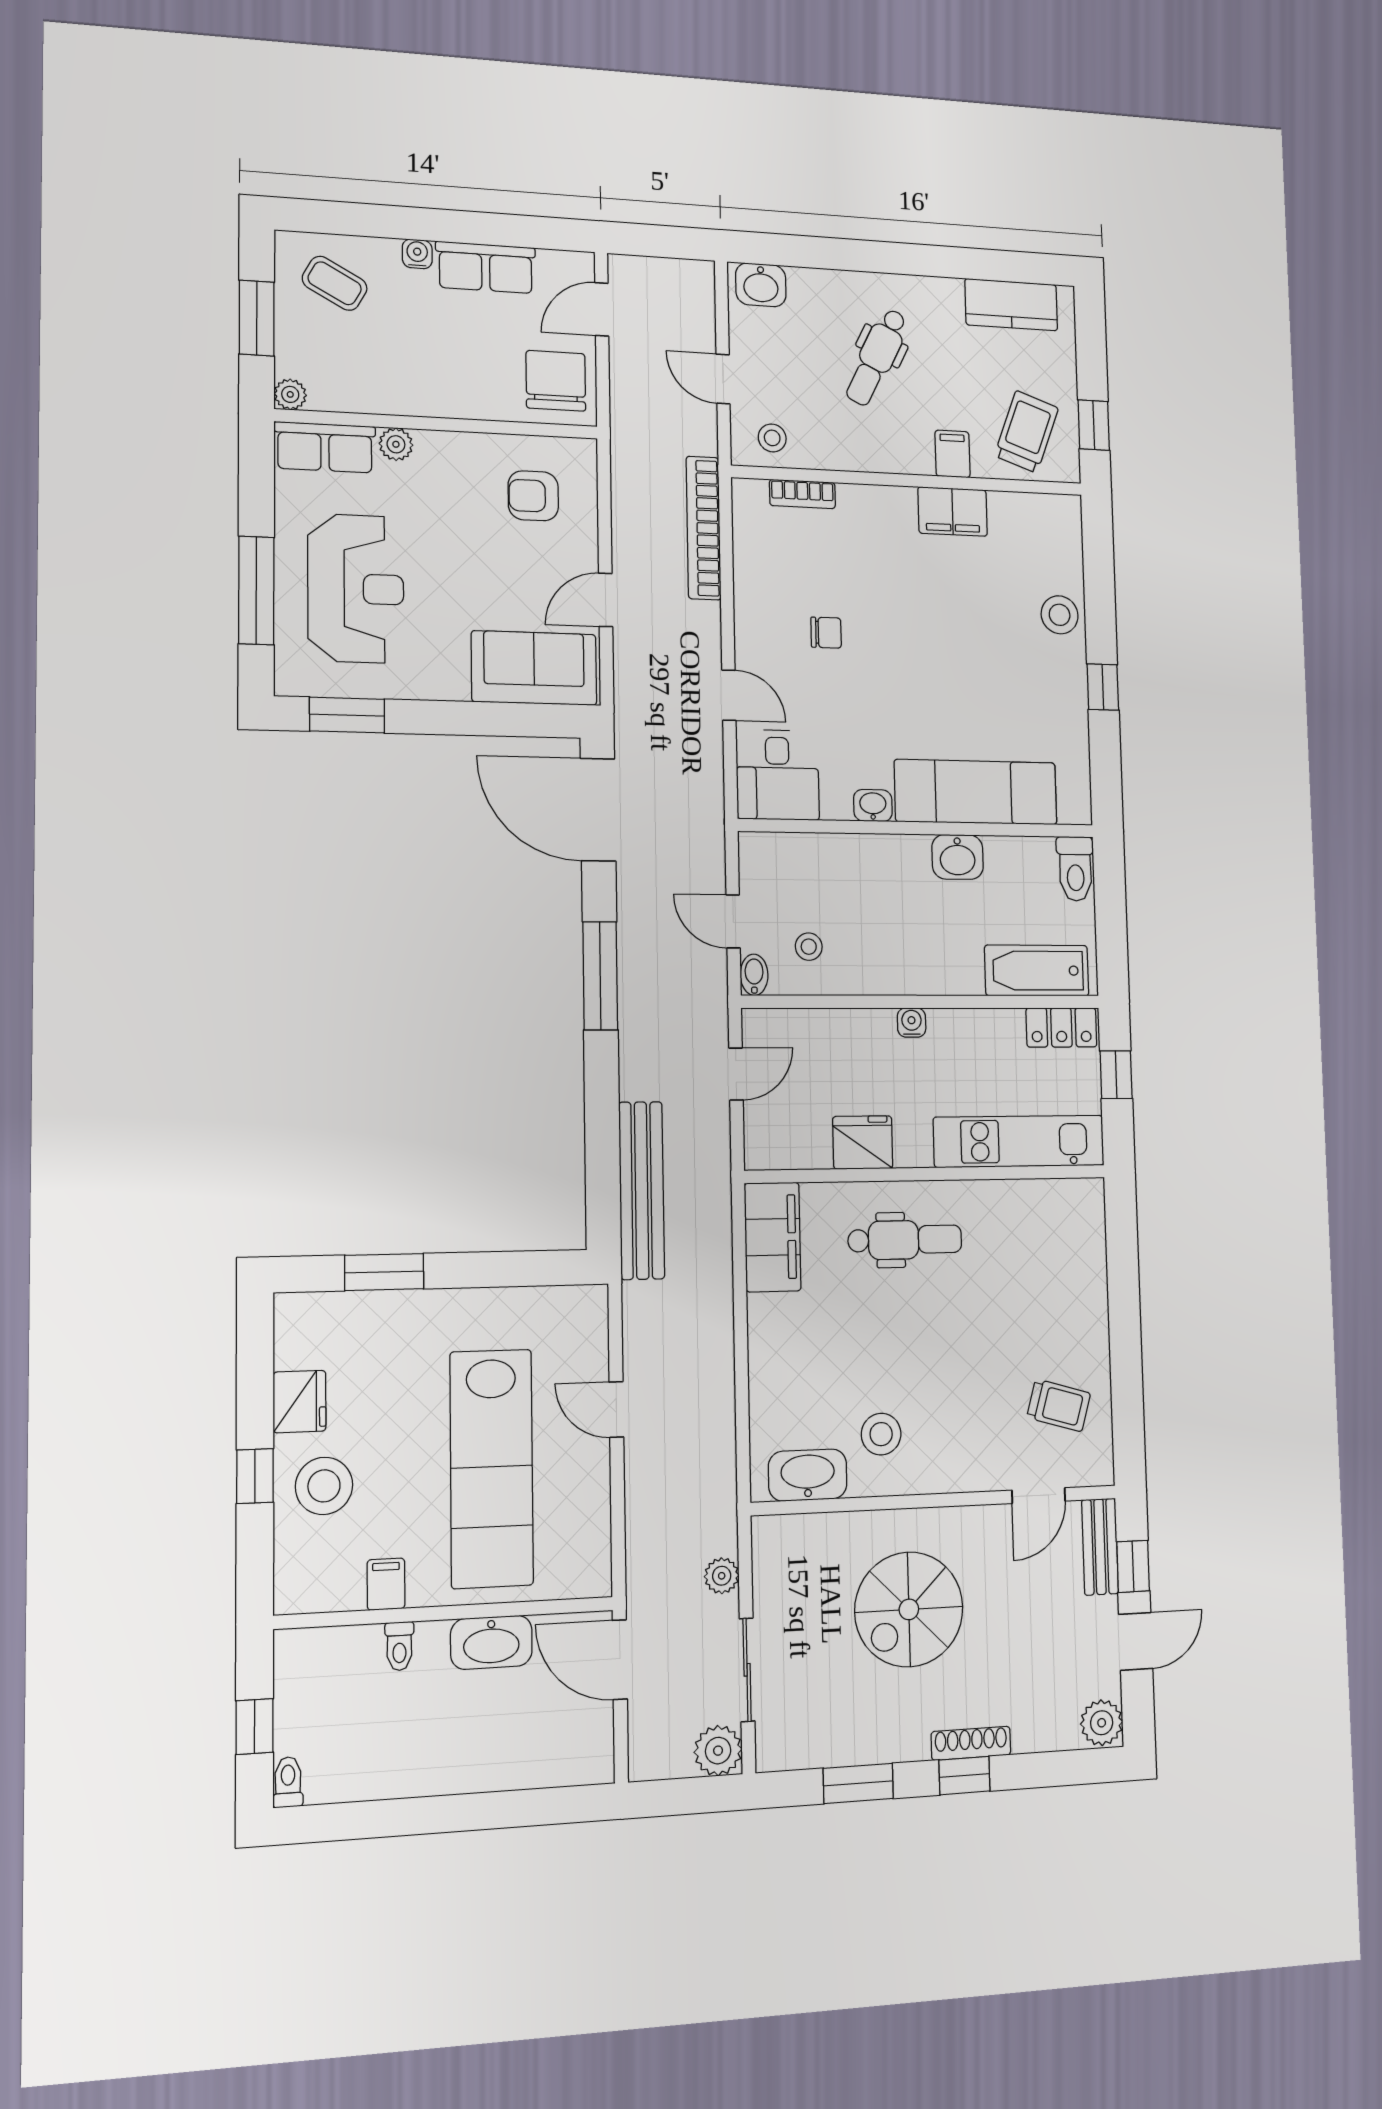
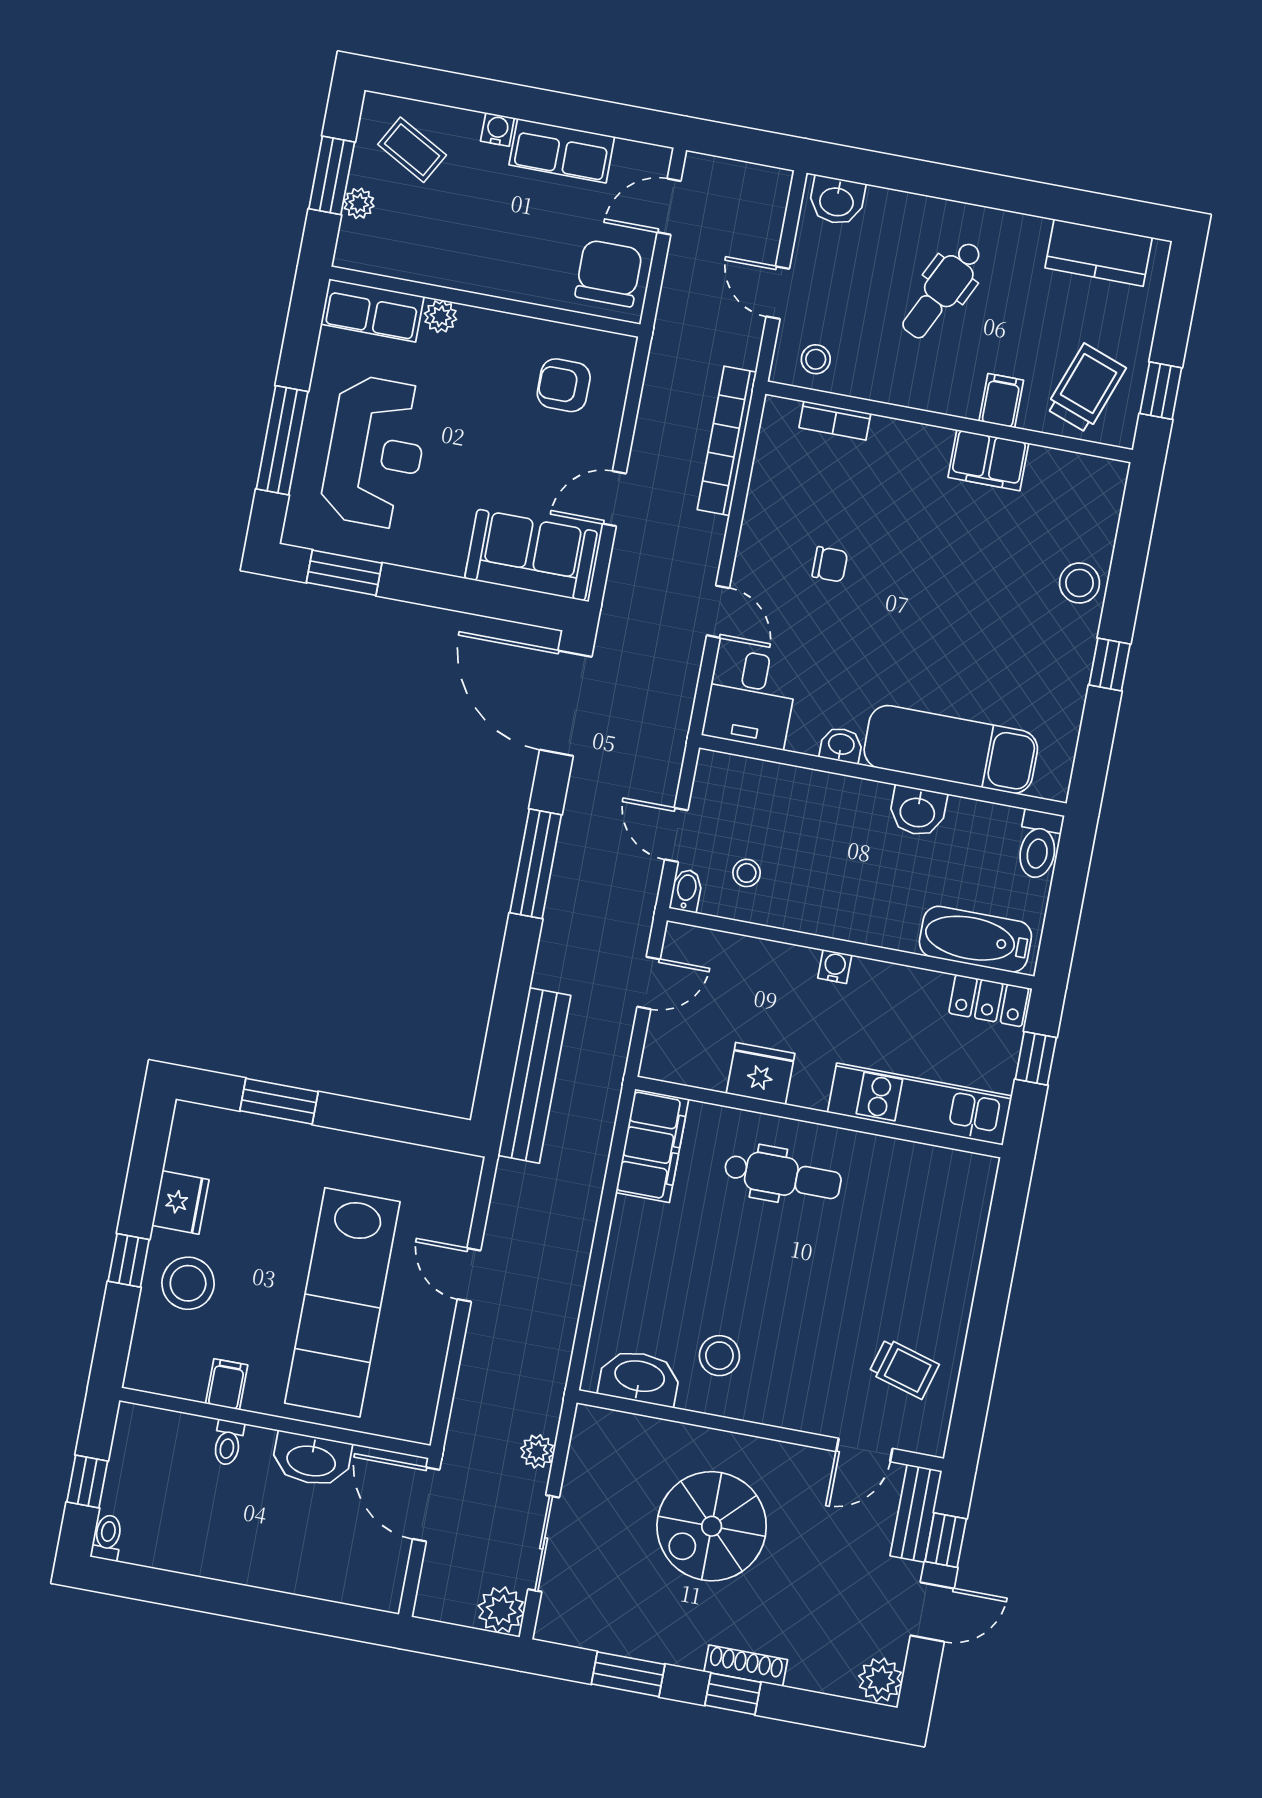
plant: (290, 394) -> (359, 203), moved

